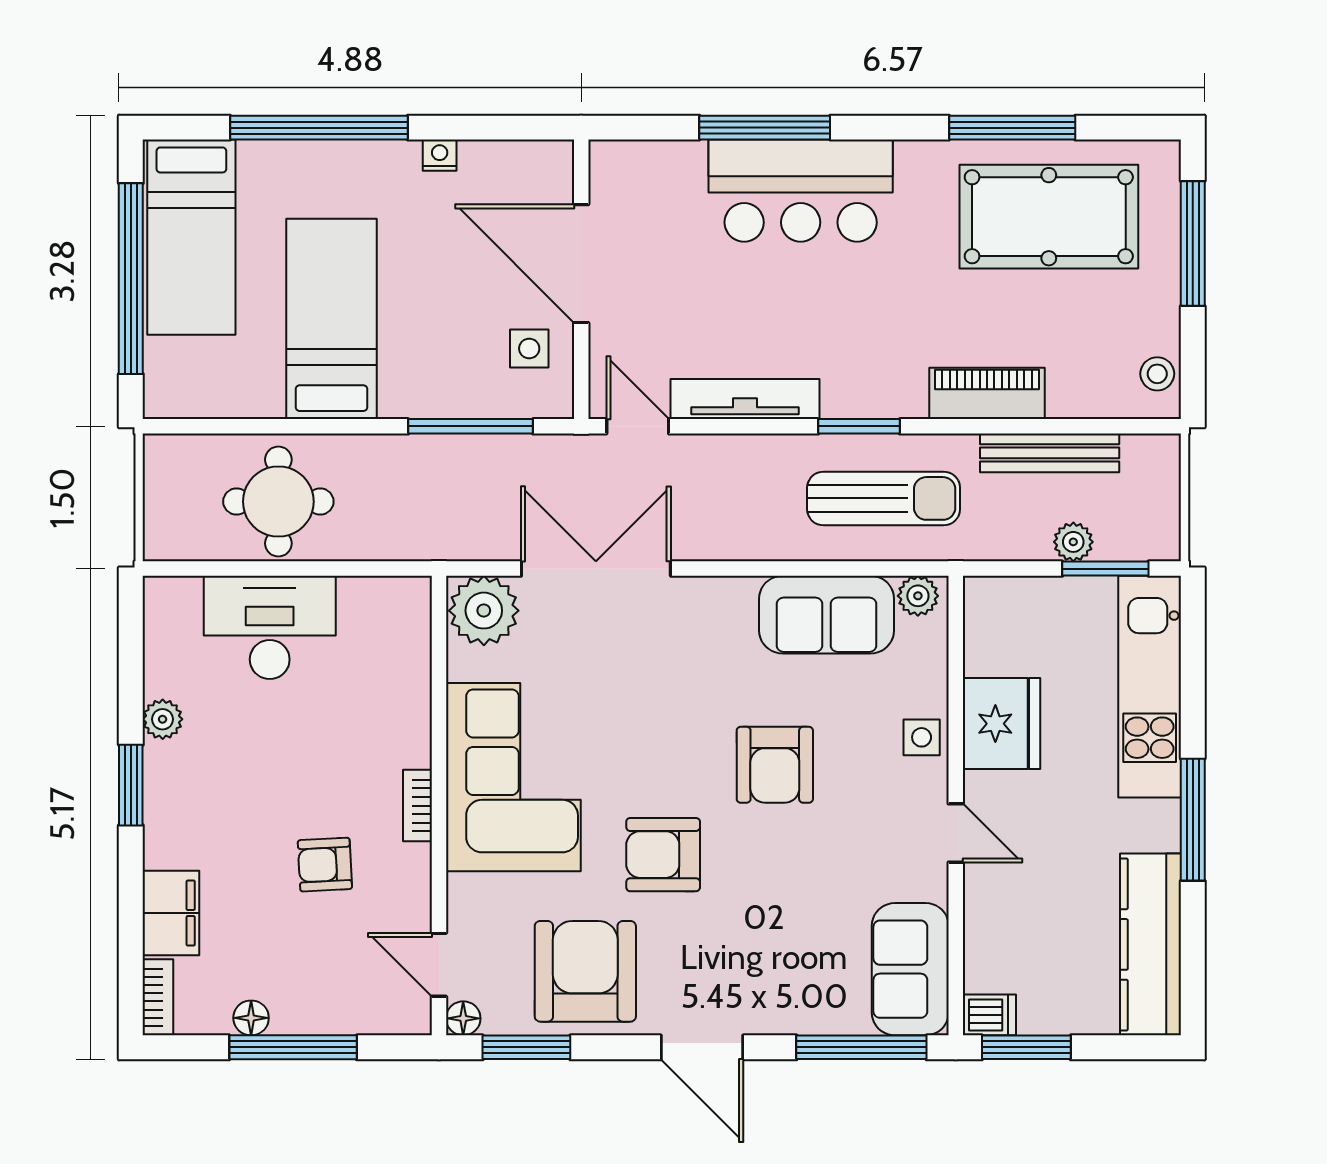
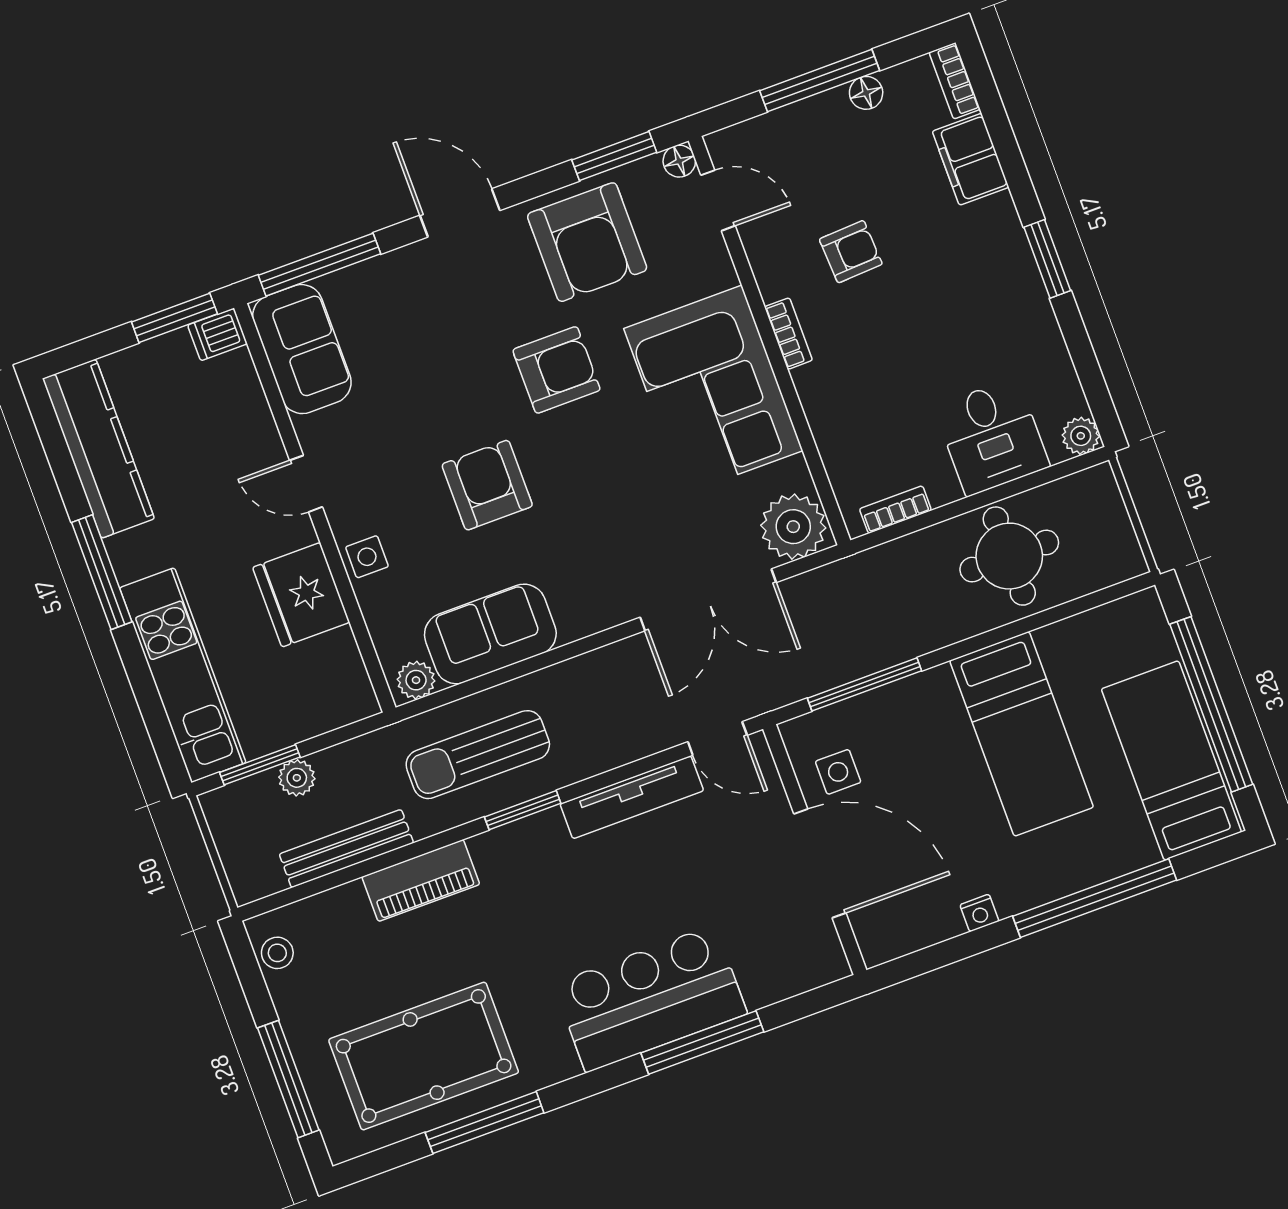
bookcase: (375, 590) -> (895, 510), added
desk: (270, 627) -> (992, 437), width x0.73
plant: (163, 719) -> (1081, 436), moved

